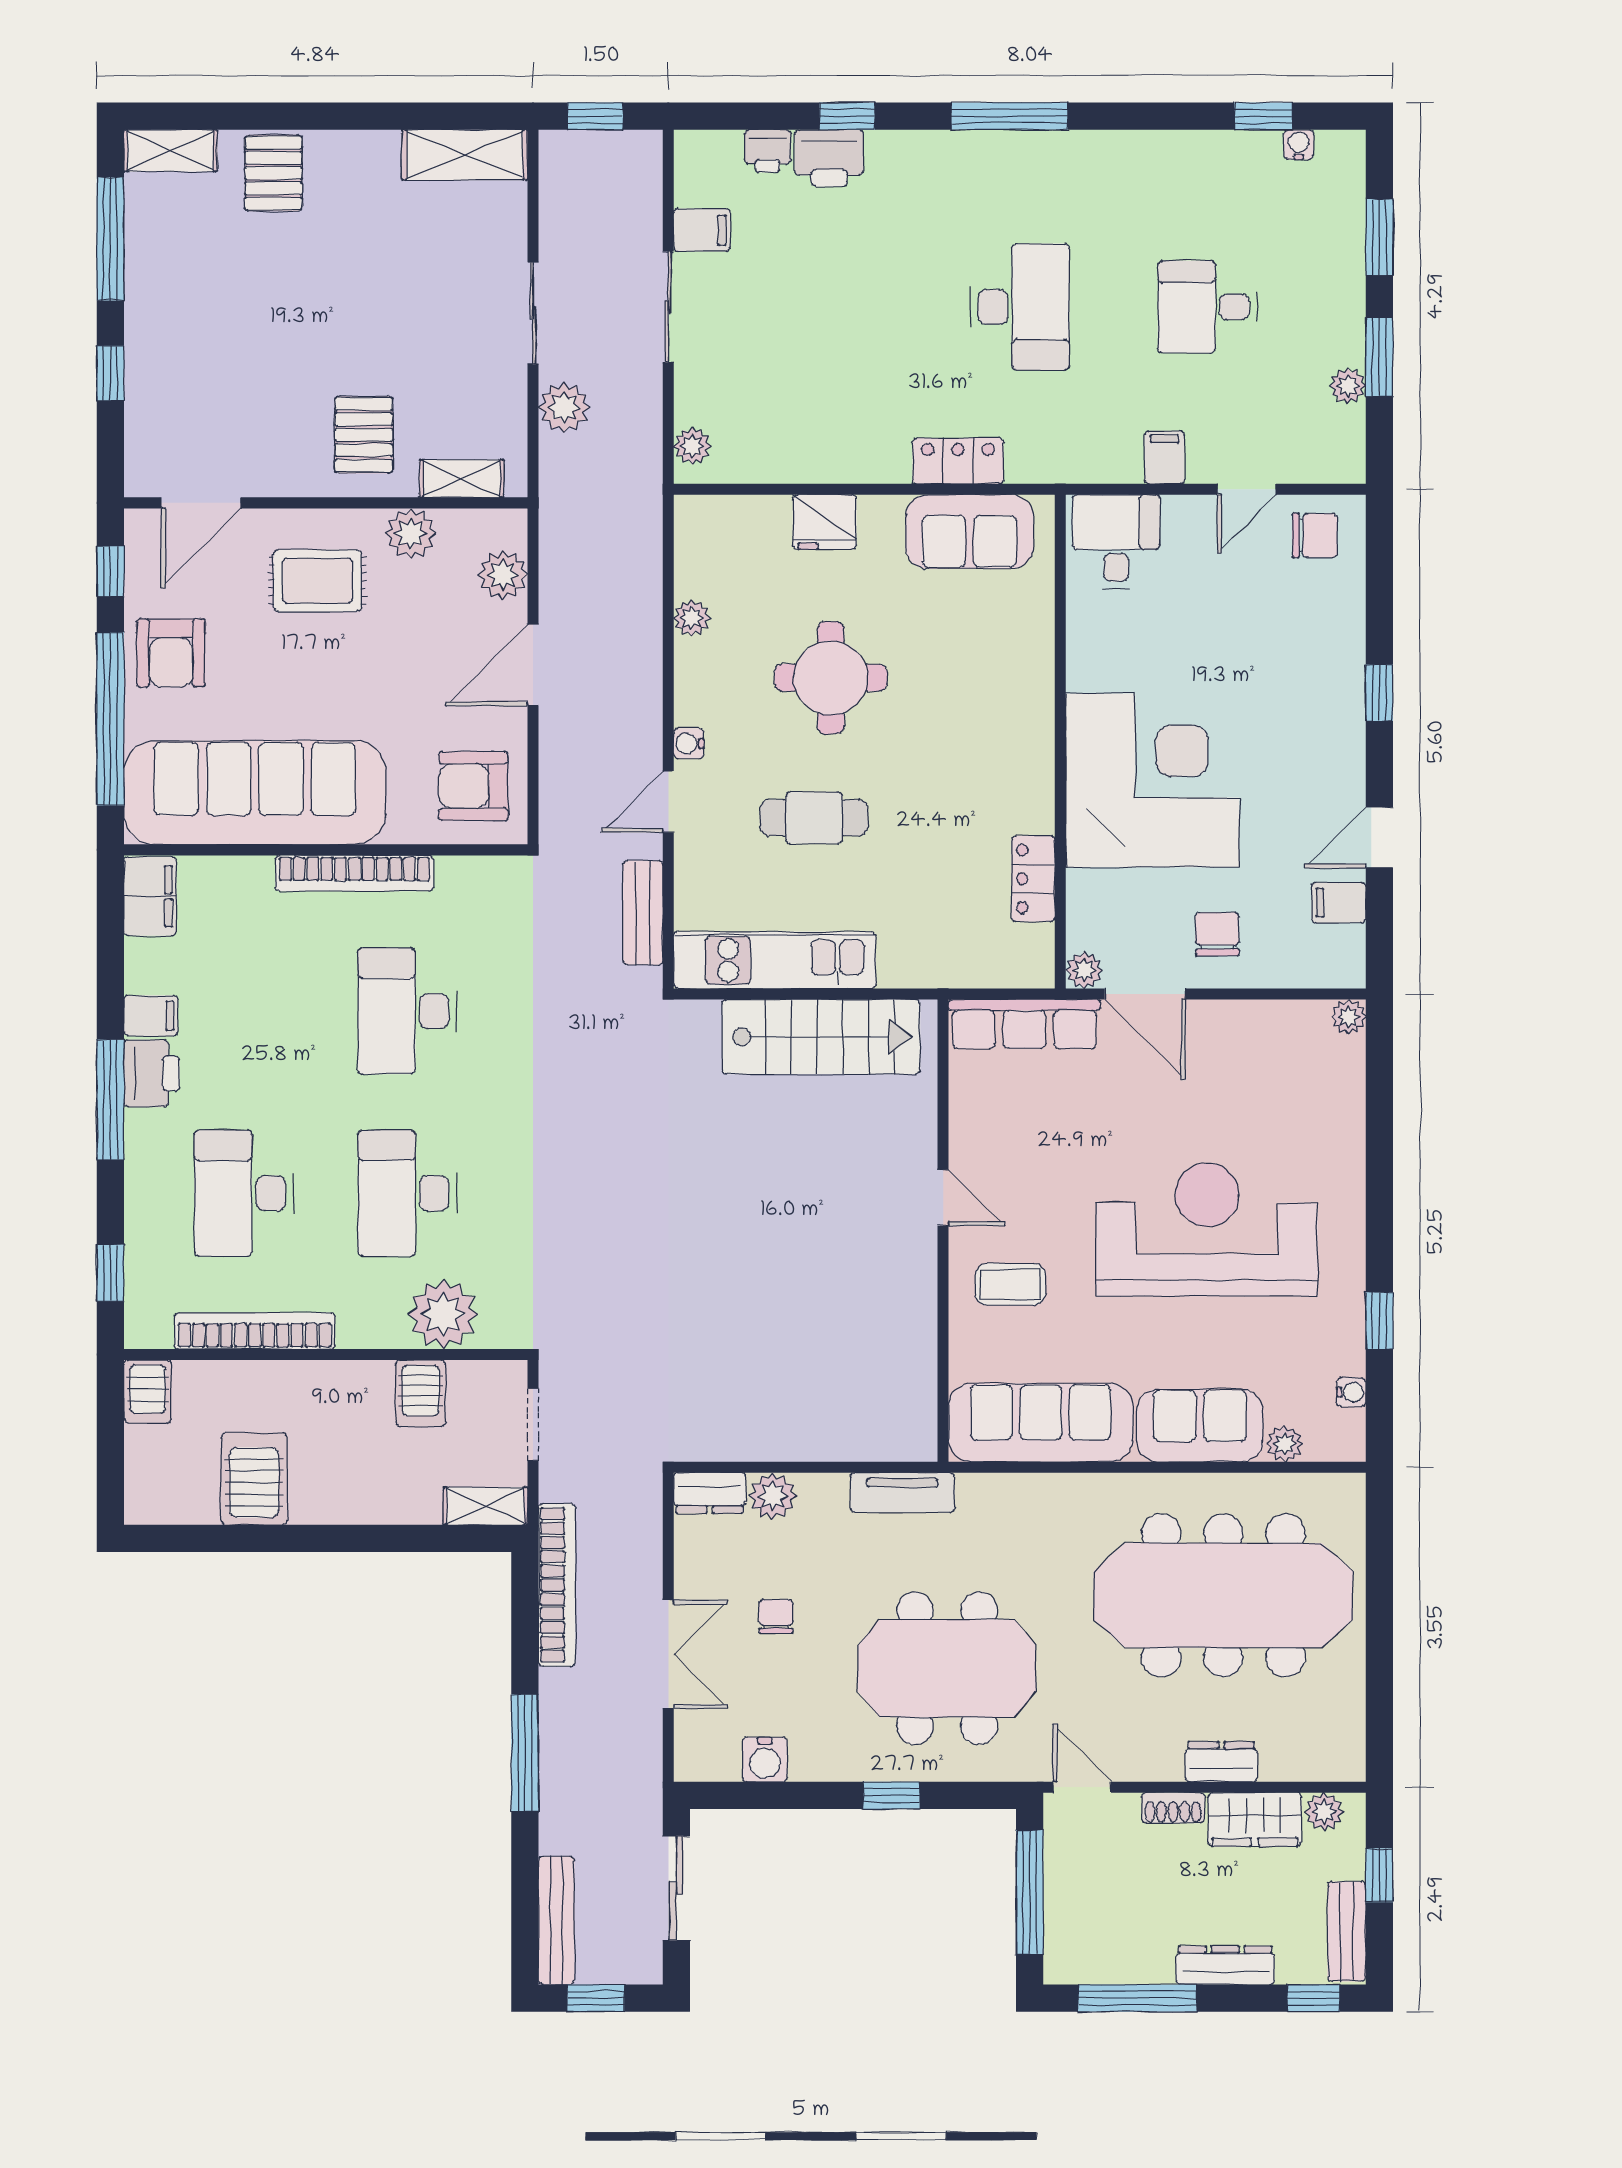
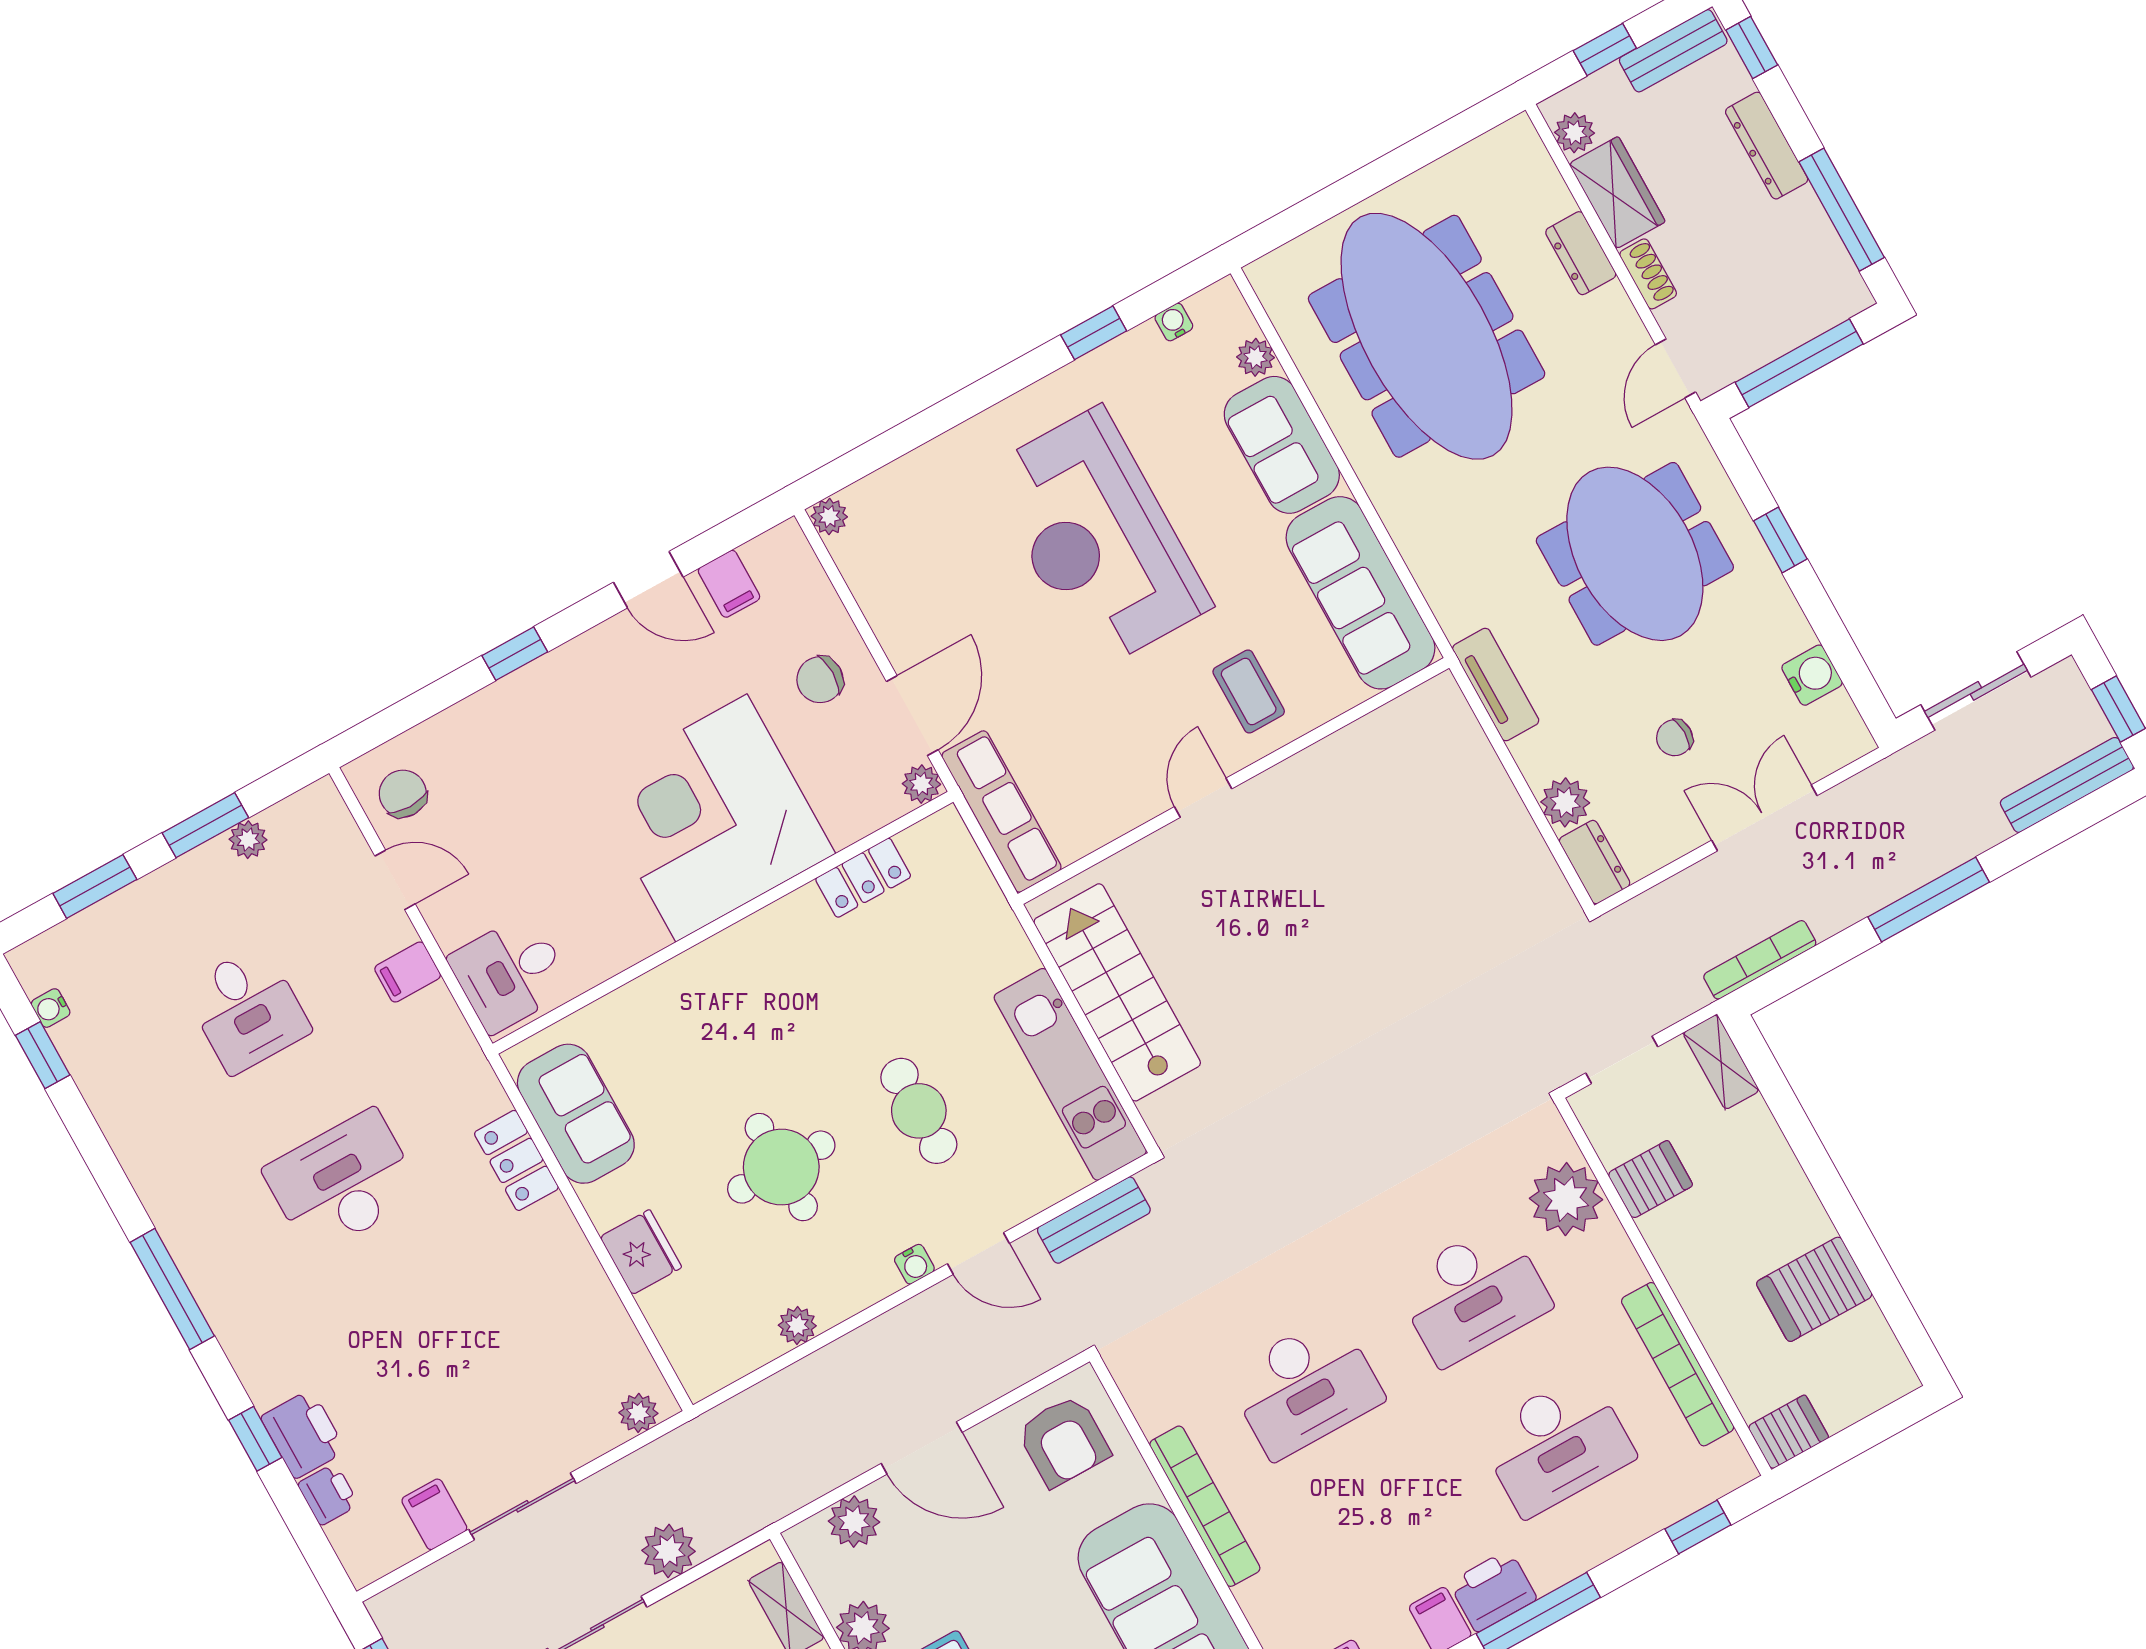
bookcase: (557, 1585) -> (1760, 960), width x0.68, depth x0.76

